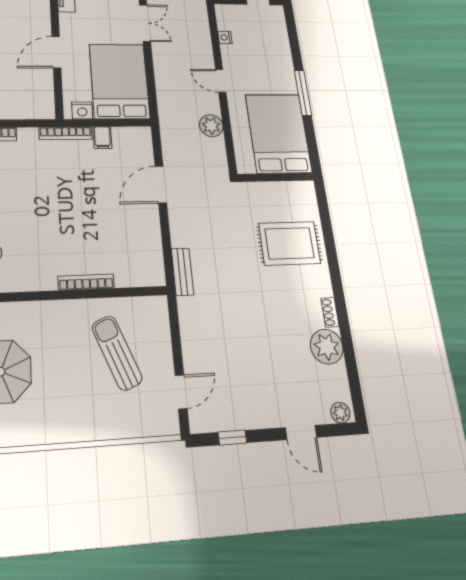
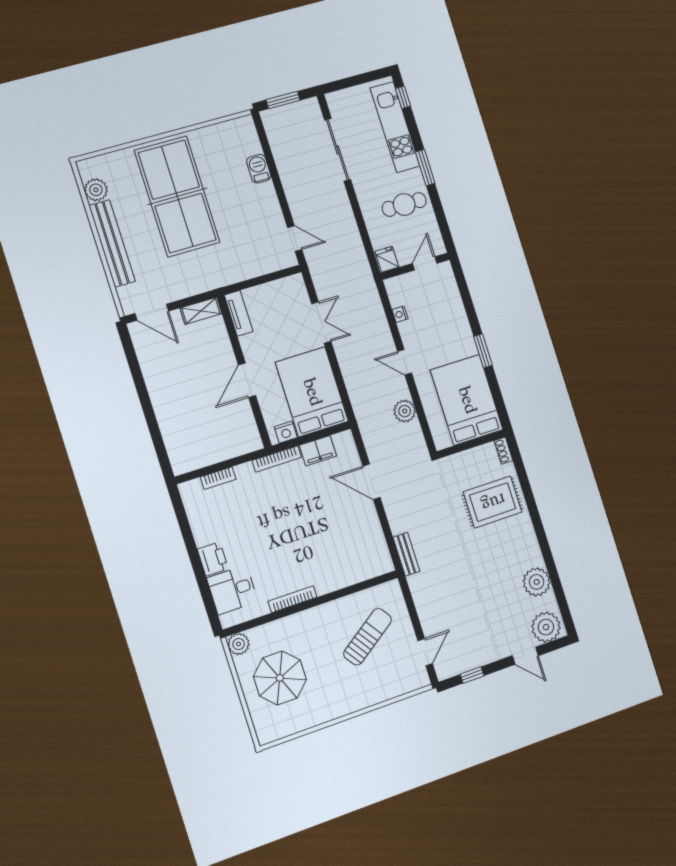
window: (303, 93) -> (483, 351), width x0.69
filing cabinet: (102, 138) -> (318, 451), width x2.00
door: (161, 184) -> (371, 482), hinge flipped
bookcase: (86, 282) -> (293, 599), moved
shoe rack: (330, 312) -> (503, 451), moved
sun lounger: (117, 353) -> (368, 637), turned 77
plant: (340, 413) -> (546, 627), width x1.88, depth x1.88

